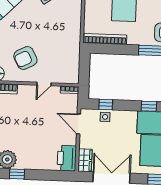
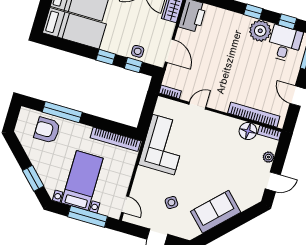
corner sofa: (64, 44) -> (163, 145), added
armchair: (25, 58) -> (211, 140), removed
window: (149, 106) -> (106, 57), moved

